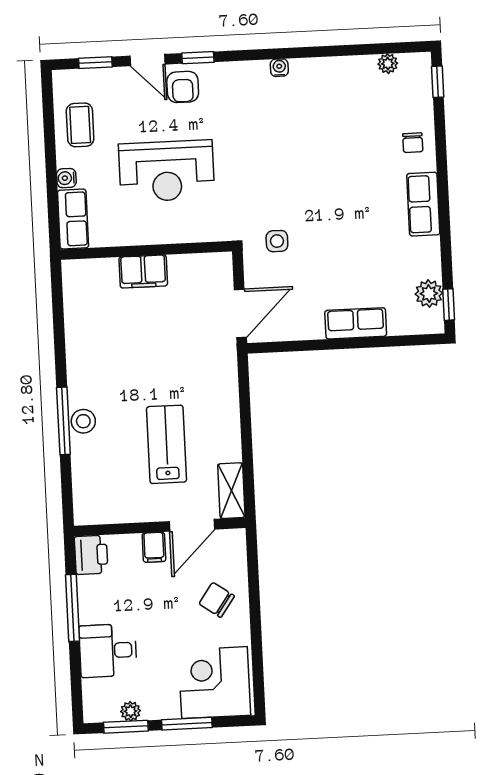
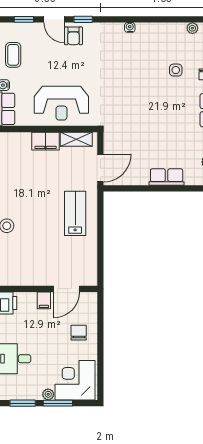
reception desk: (167, 171) -> (61, 103), moved
side table: (277, 241) -> (176, 70), moved
lab bench: (167, 444) -> (75, 213), moved
shelving: (231, 491) -> (76, 139), moved, turned 90
chair: (217, 600) -> (79, 333), turned 55
plant: (131, 711) -> (48, 394), moved

